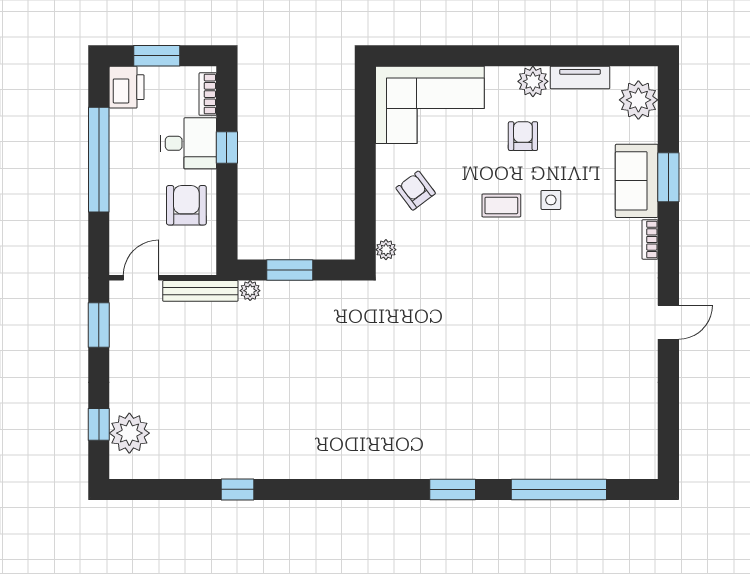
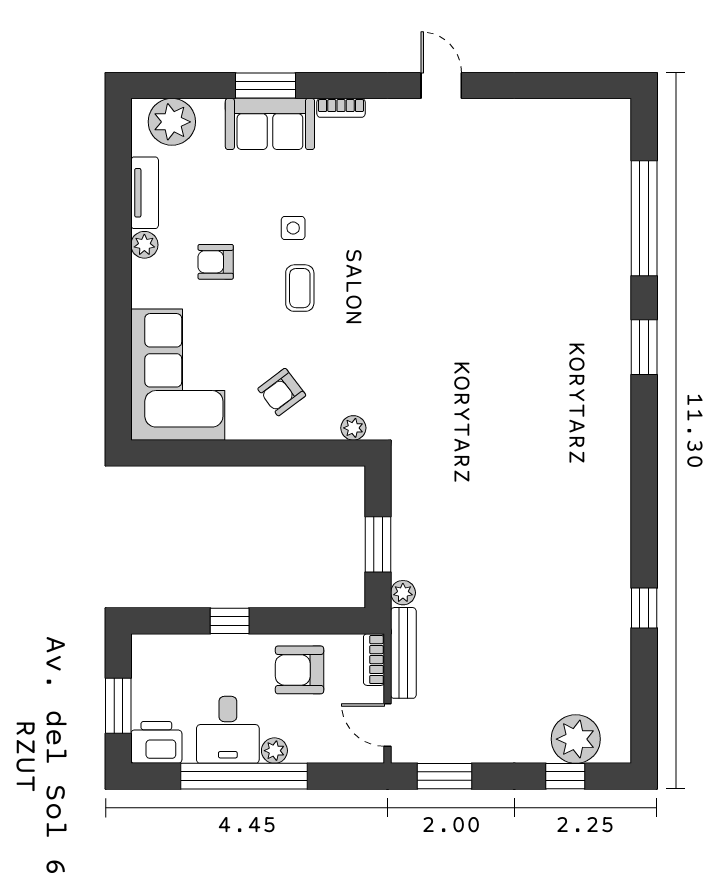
plant: (533, 81) -> (144, 245), width x0.73, depth x0.73
bookcase: (208, 94) -> (374, 660), moved, turned 90
desk: (189, 143) -> (228, 730), moved, turned 180
plant: (120, 185) -> (274, 751), added

